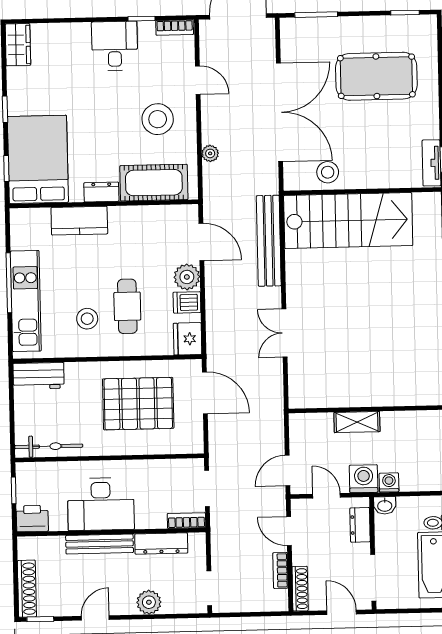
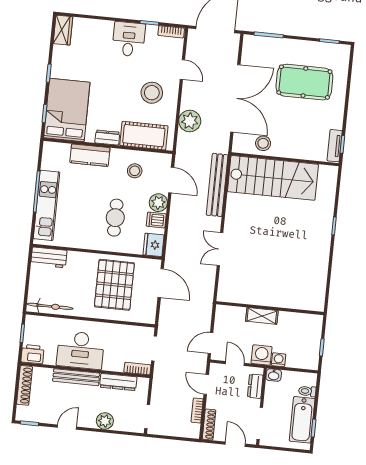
plant: (210, 153) -> (190, 121), width x1.88, depth x1.88
stool: (87, 319) -> (135, 171), moved
pallet: (138, 404) -> (114, 285), turned 90
shoe rack: (27, 589) -> (25, 385), moved

